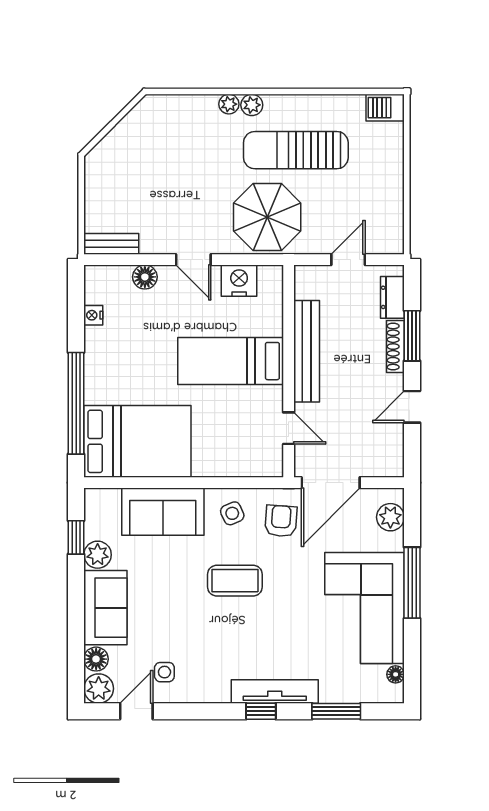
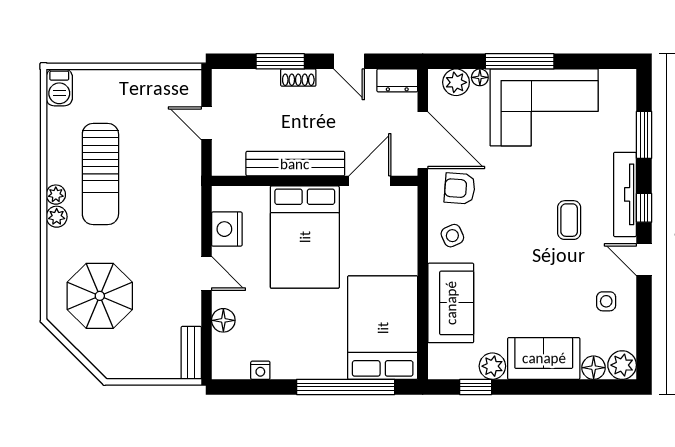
plant: (229, 104) -> (56, 195), moved
parasol: (267, 217) -> (100, 296), moved
door: (193, 260) -> (206, 273), hinge flipped
dresser: (392, 297) -> (397, 80), moved
shoe rack: (395, 347) -> (298, 78), width x0.70
bed: (231, 361) -> (305, 237), width x1.50
door: (289, 428) -> (370, 181), width x1.38
coffee table: (235, 581) -> (569, 220), moved, width x0.73, depth x0.77
floor lamp: (396, 674) -> (480, 77), moved
door: (136, 711) -> (644, 260), moved

